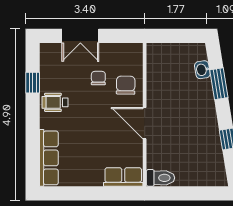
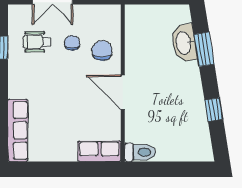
washbasin: (202, 70) -> (184, 43), width x1.91, depth x1.45
wheelchair: (55, 102) -> (37, 42), moved

